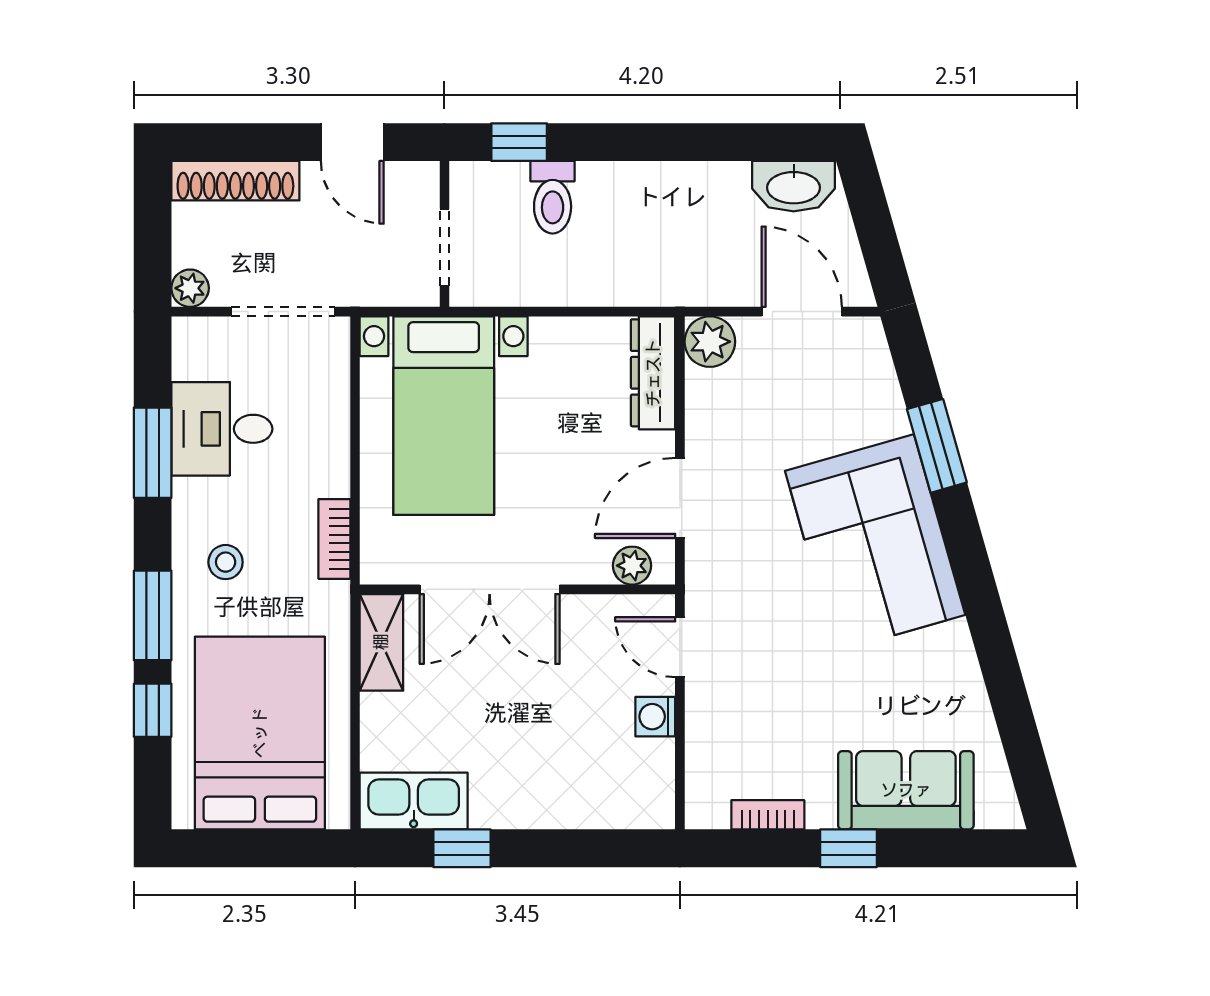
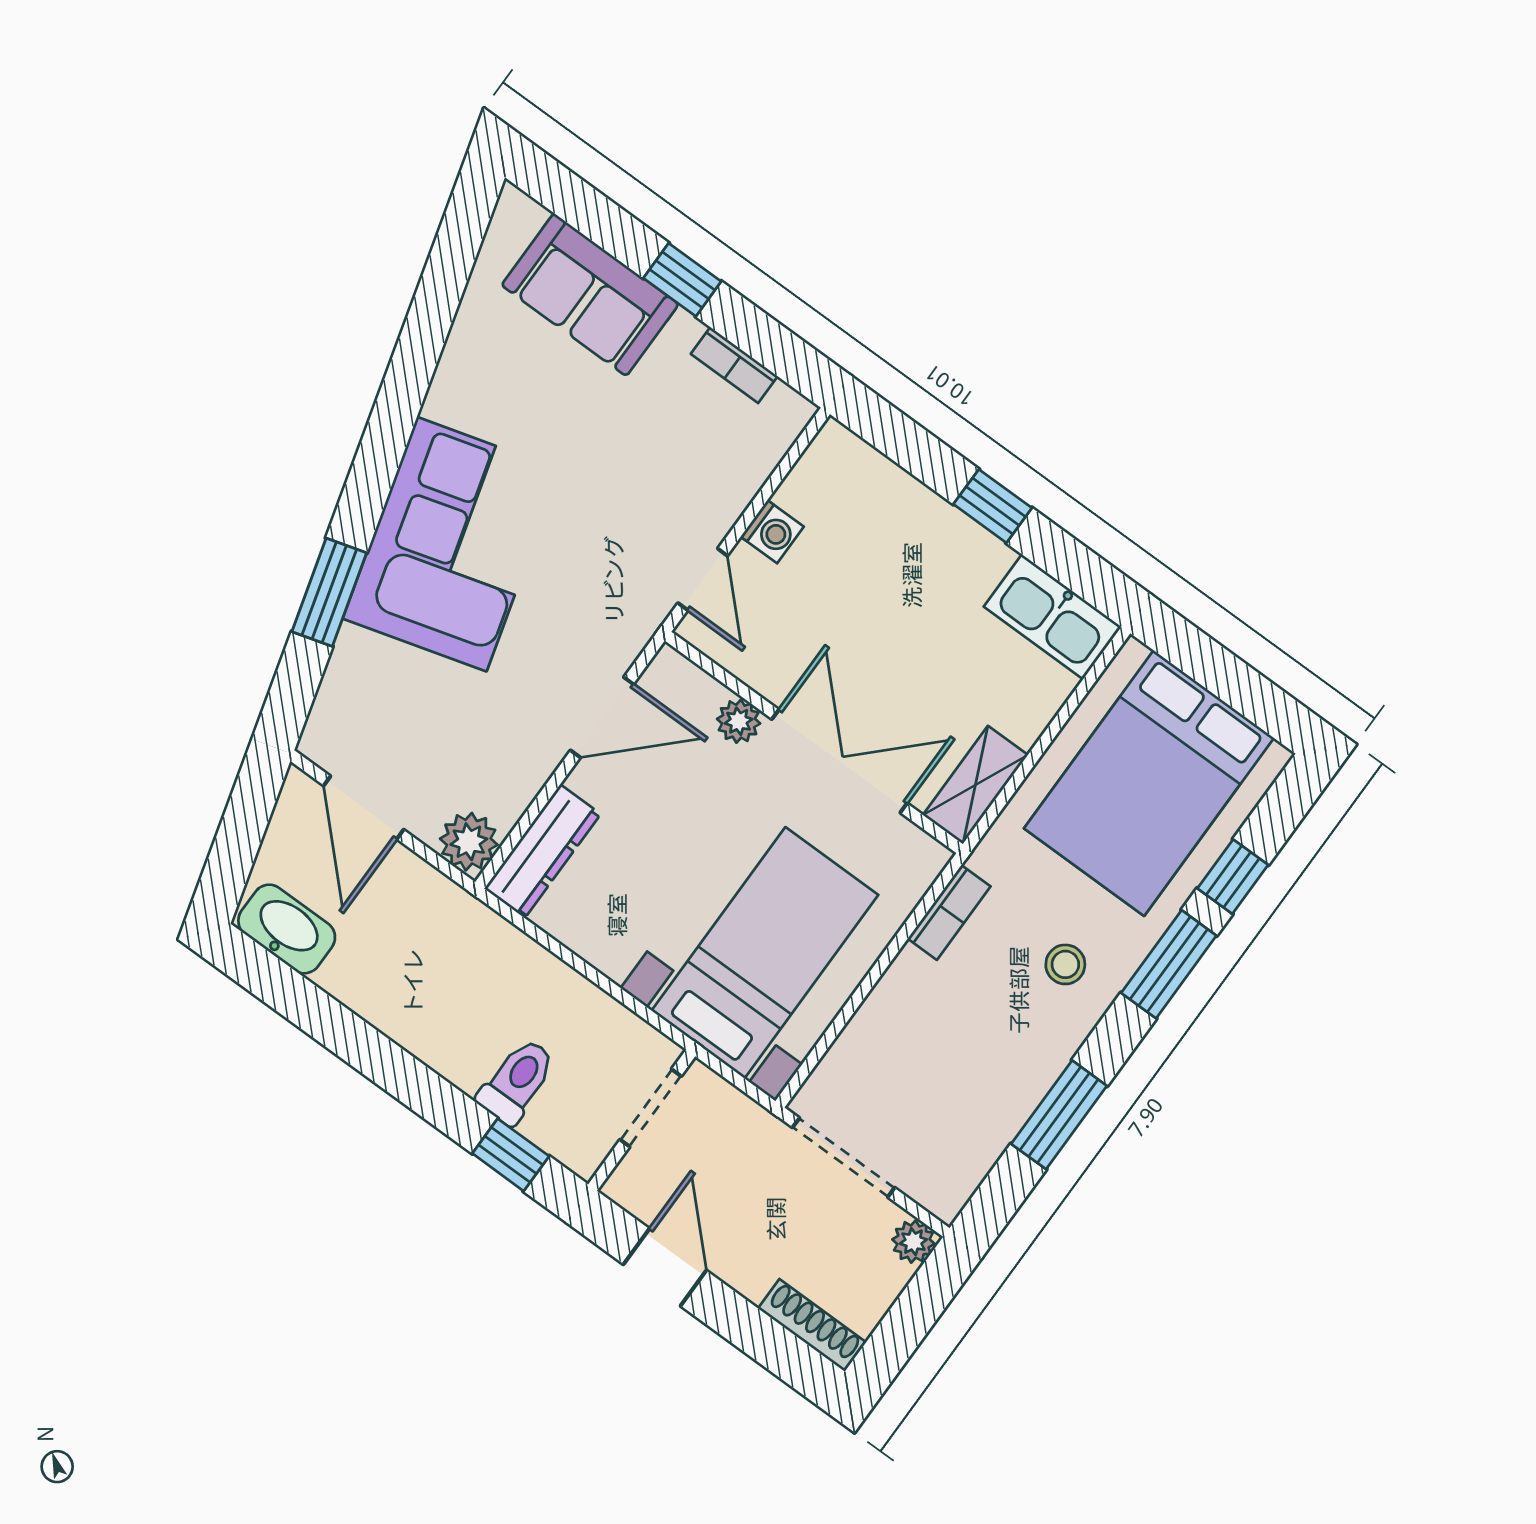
shoe rack: (235, 181) -> (812, 1325), width x0.74, depth x0.81
desk: (222, 429) -> (979, 1090), removed
plant: (632, 566) -> (739, 721), moved
window: (462, 848) -> (993, 506), moved

